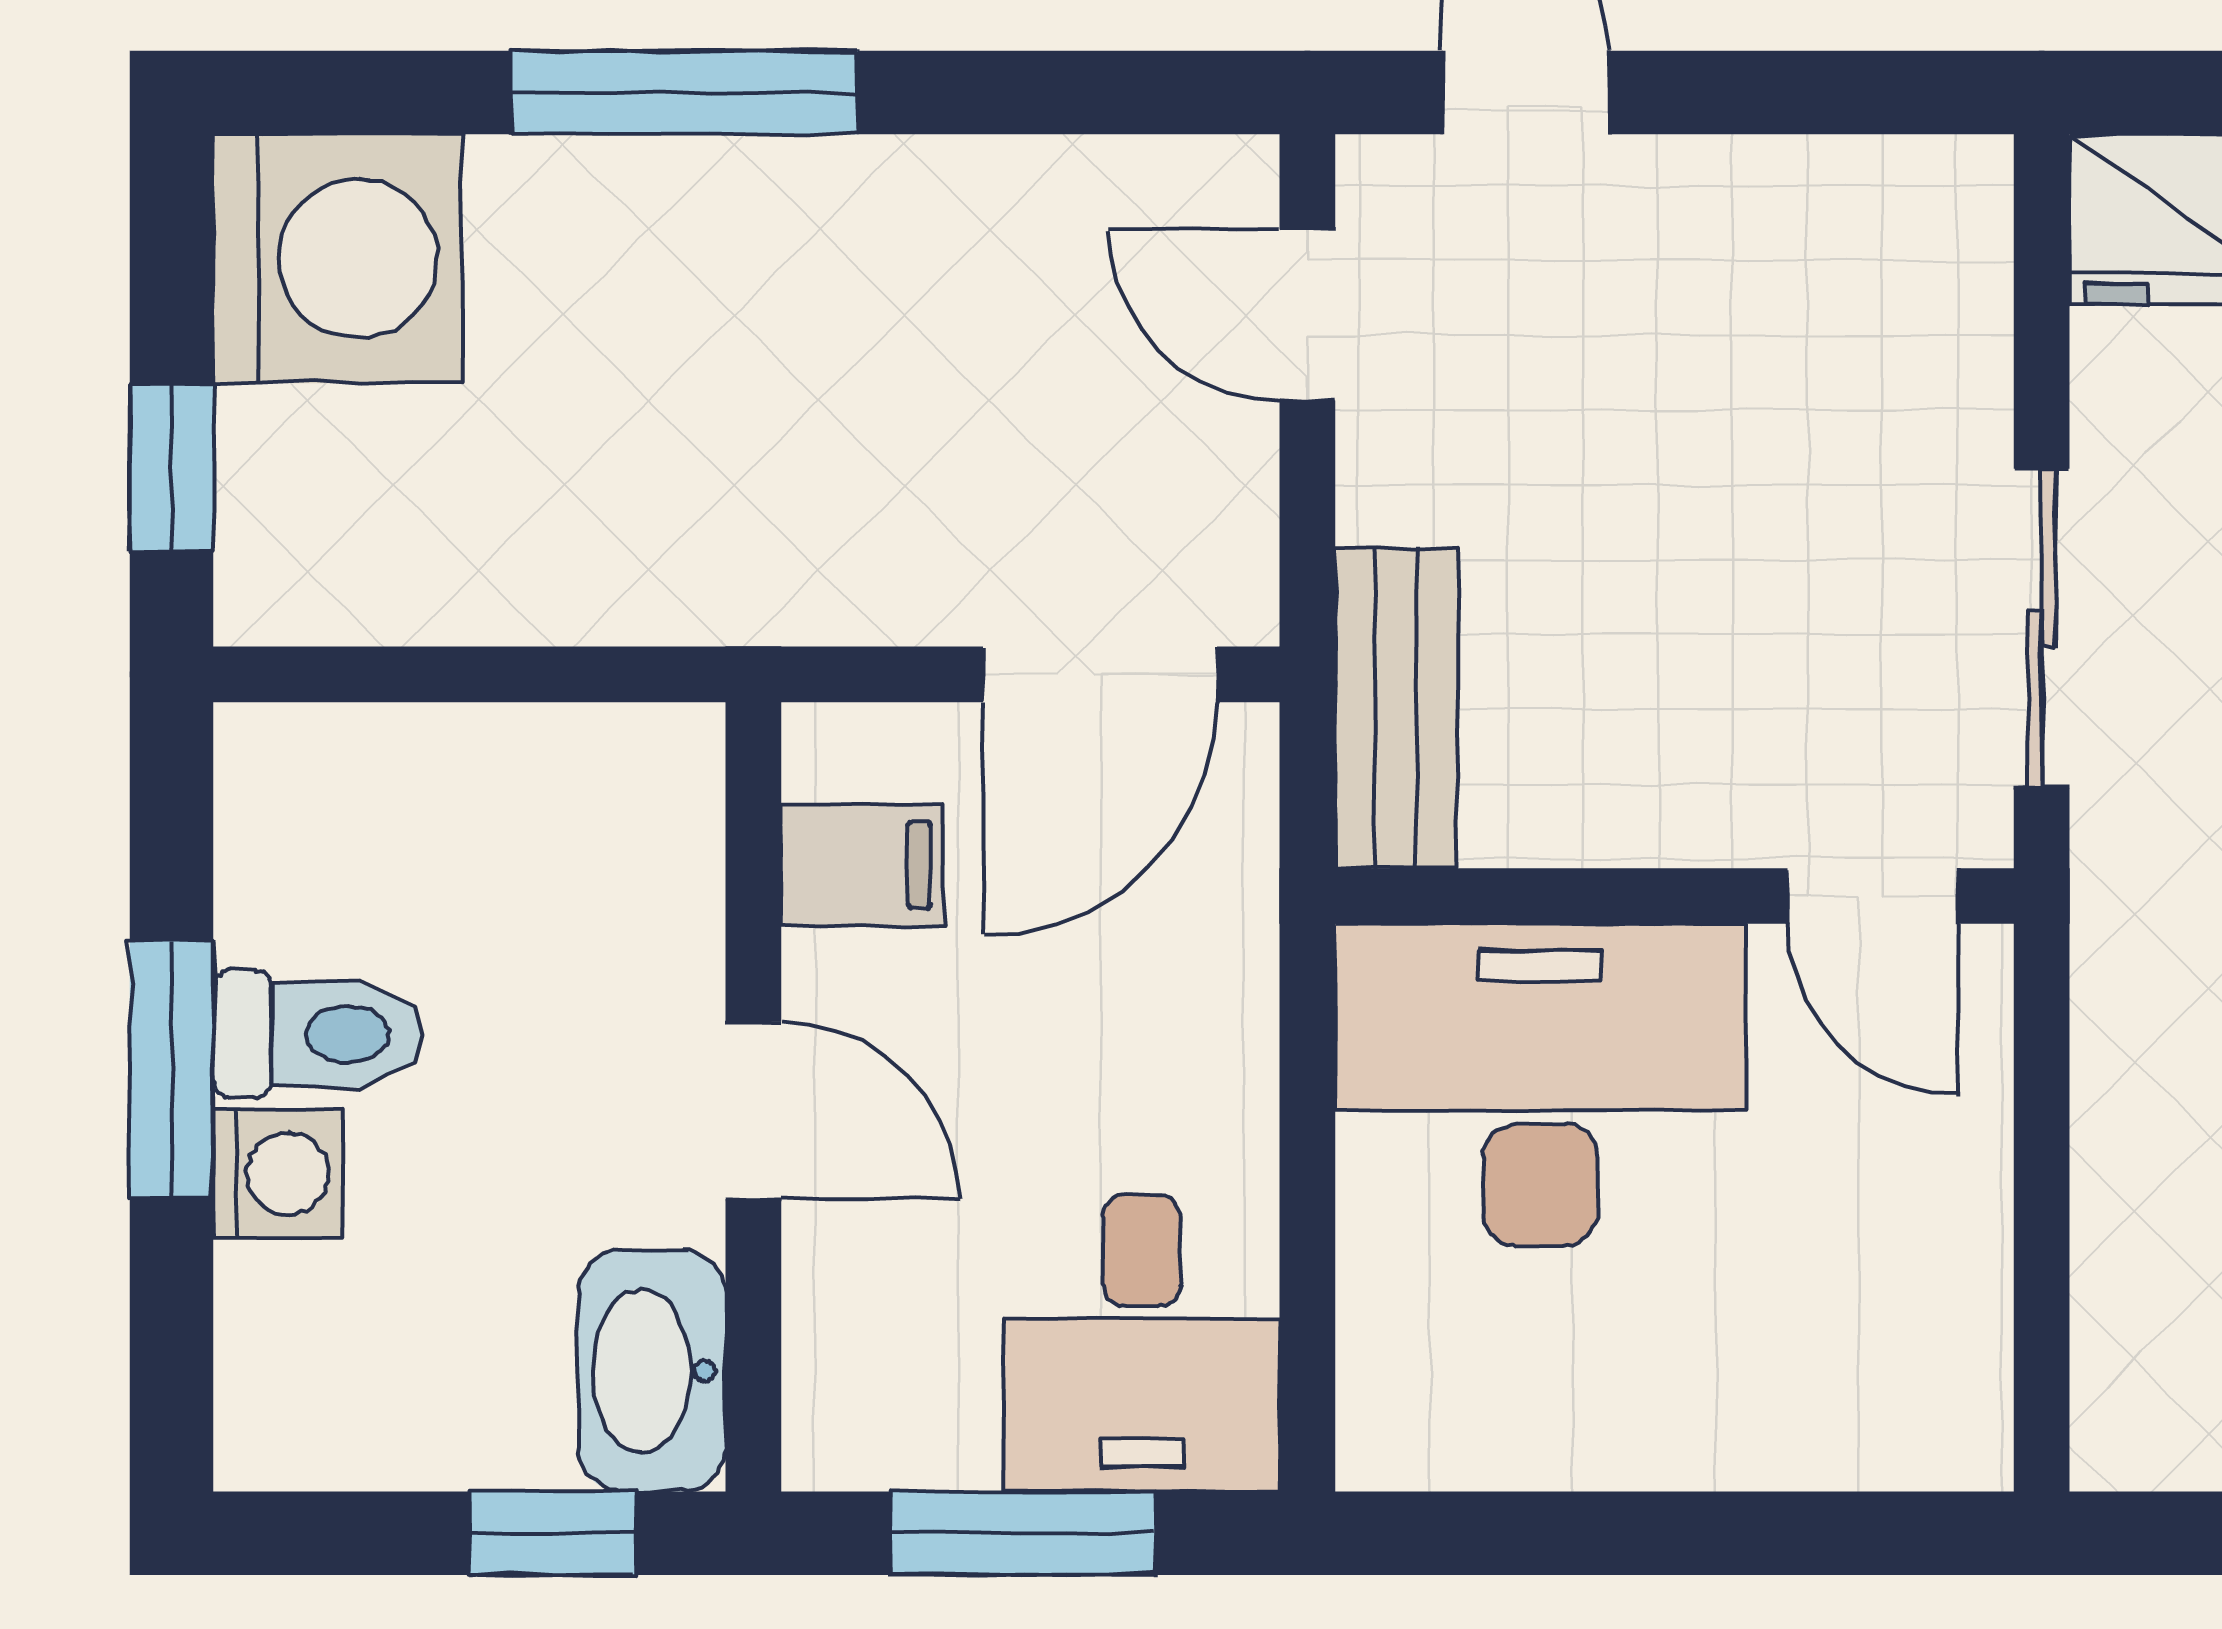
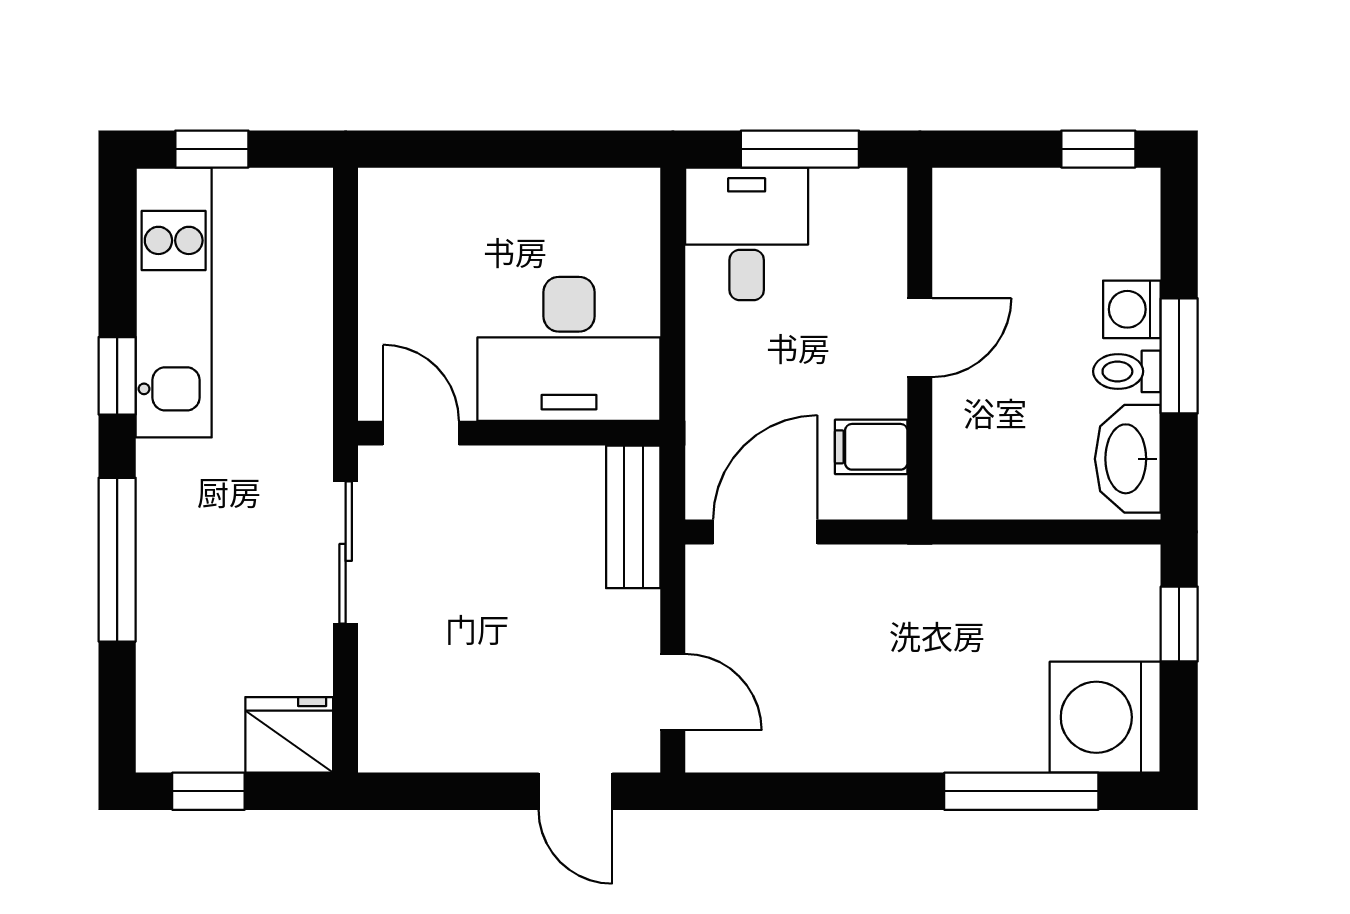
window: (684, 93) -> (1021, 791), moved
toilet: (318, 1034) -> (1127, 371), width x0.73, depth x0.72
door: (753, 1110) -> (920, 338), swing flipped
washbasin: (652, 1371) -> (1128, 459), moved, turned 180
window: (552, 1533) -> (1098, 149), moved

